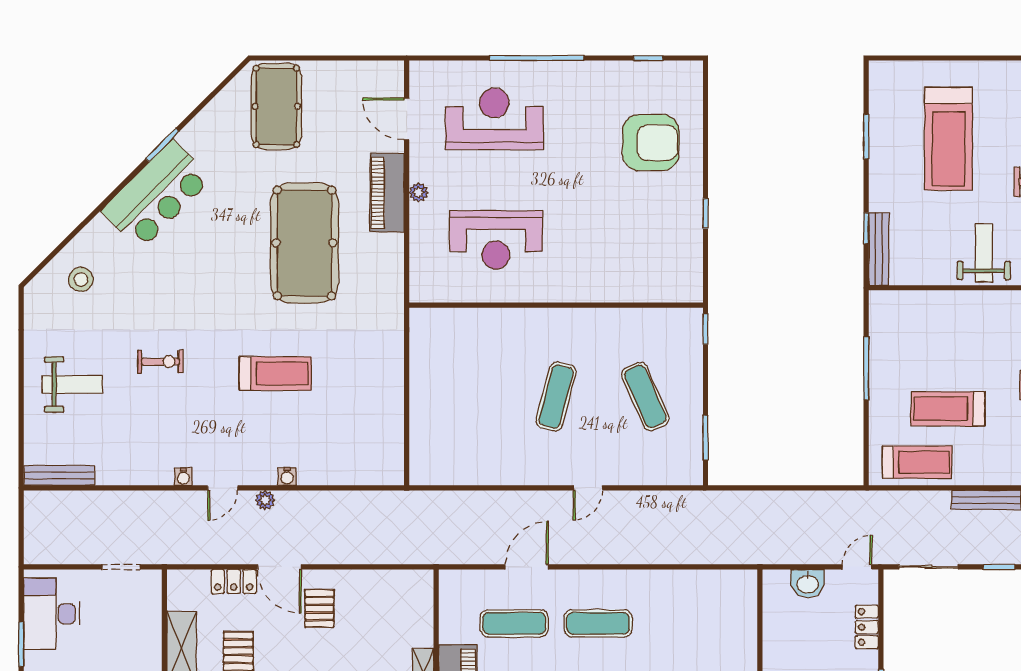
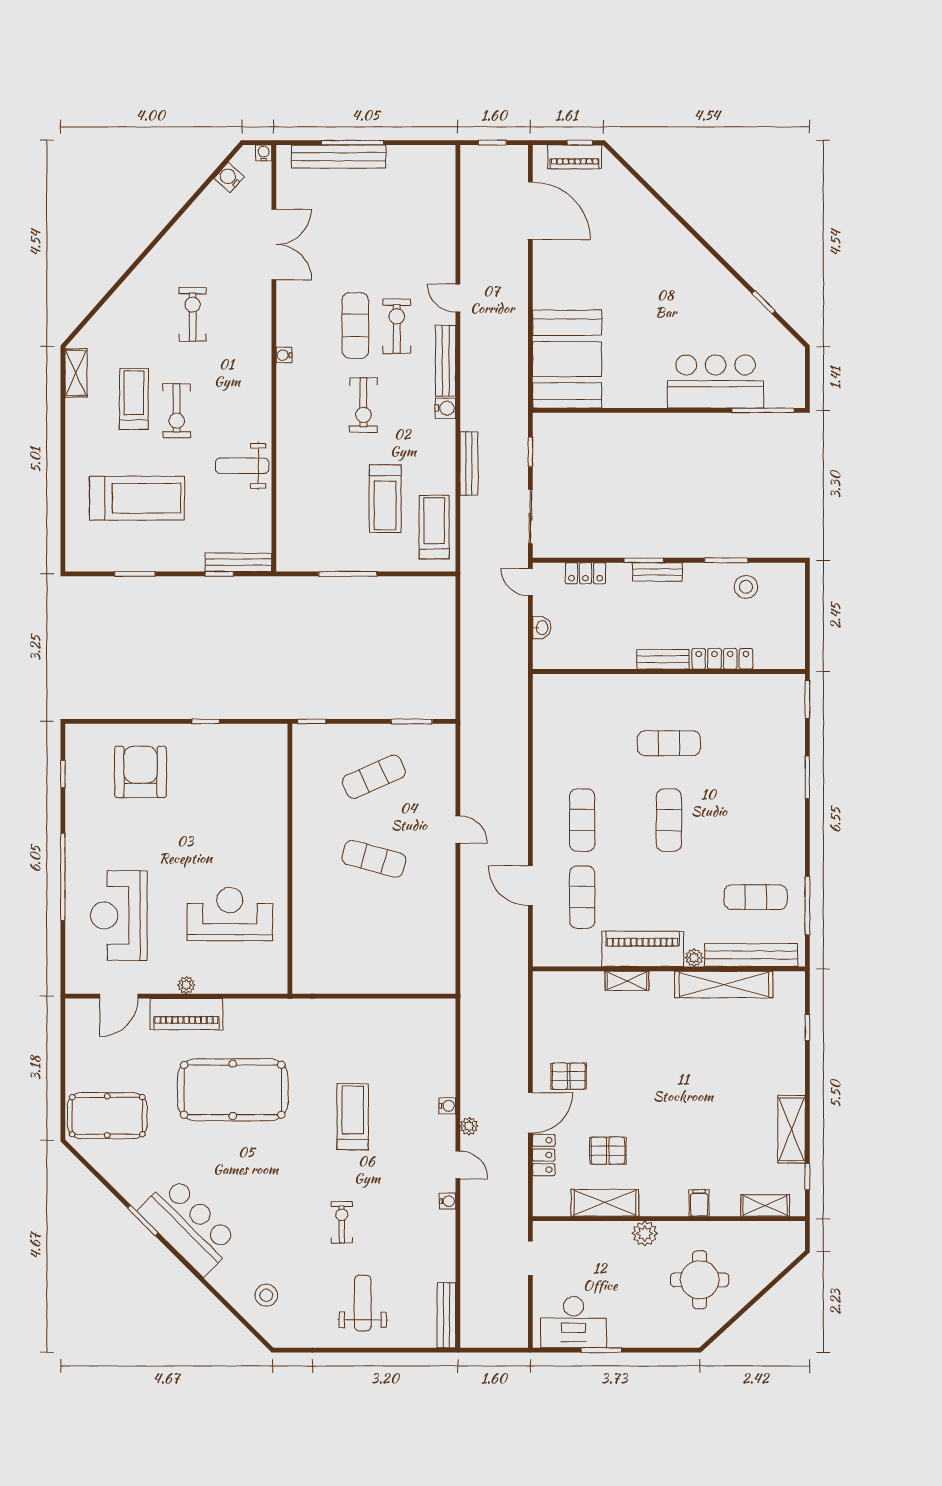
reception desk: (496, 240) -> (230, 914), turned -90
washbasin: (808, 584) -> (542, 628), width x0.72, depth x0.69

